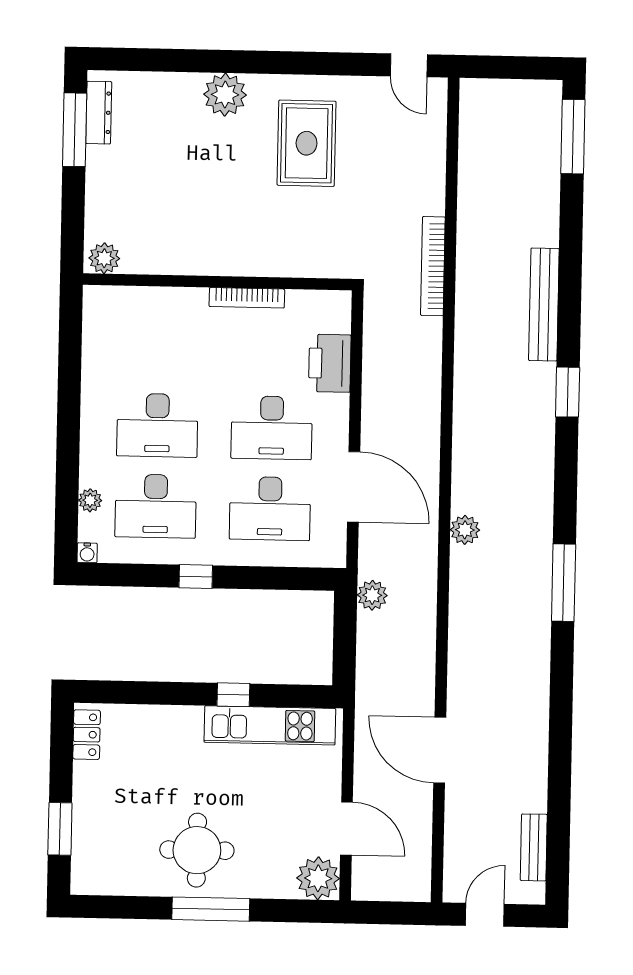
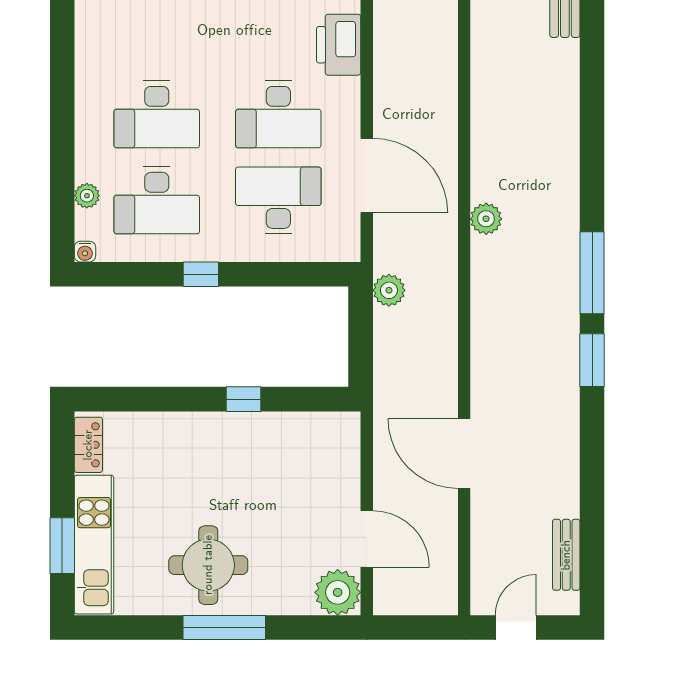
window: (568, 392) -> (592, 360), moved
desk: (270, 508) -> (278, 200), turned 180
kitchen unit: (270, 725) -> (94, 545), moved, turned -90

